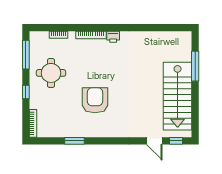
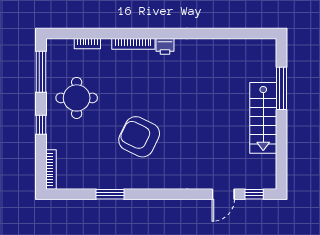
stairs: (178, 96) -> (263, 118), width x0.73, depth x0.66
armchair: (95, 100) -> (139, 137), turned -64
door: (154, 141) -> (223, 194), hinge flipped

